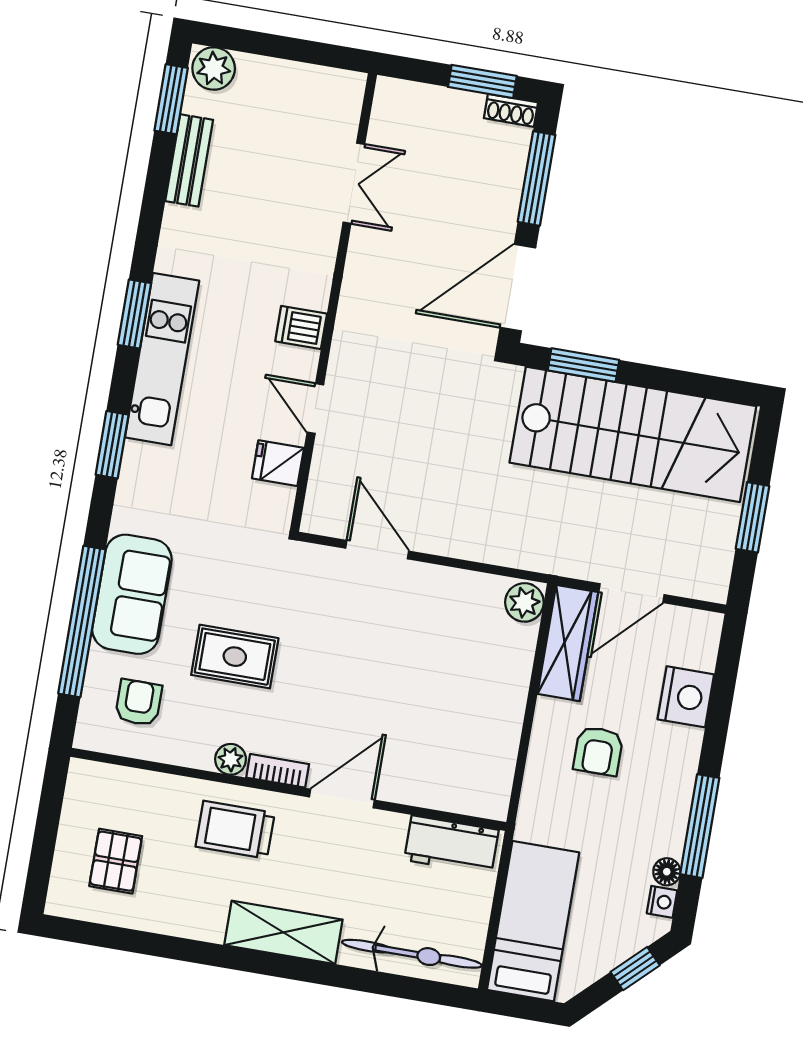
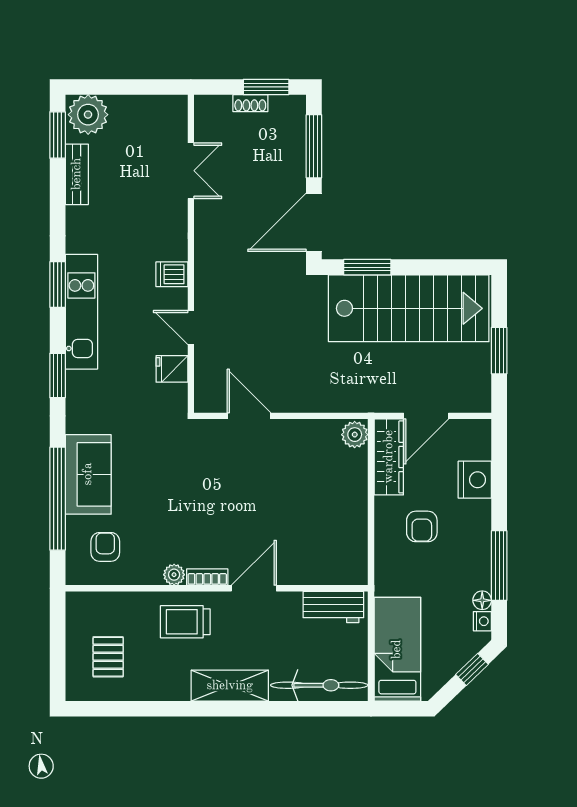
plant: (214, 68) -> (88, 115), width x1.36, depth x1.36
shoe rack: (511, 110) -> (250, 103), moved
rug: (235, 657) -> (165, 505), removed

